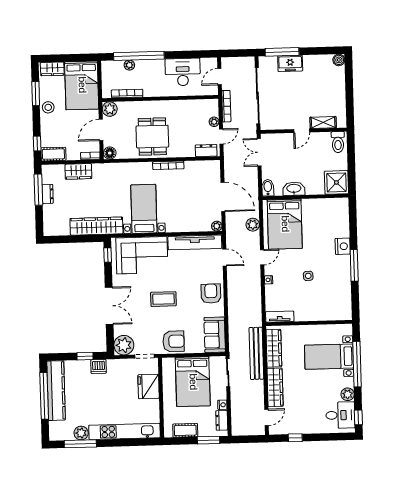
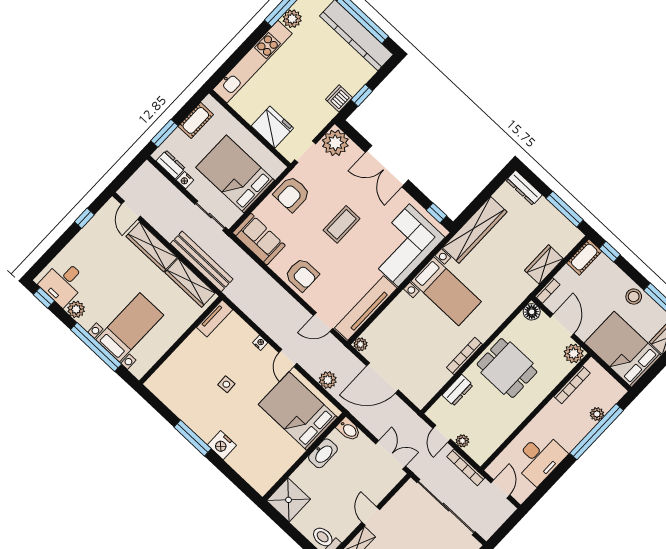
dresser: (206, 151) -> (458, 390), moved
dresser: (48, 194) -> (524, 188), moved, width x1.44

